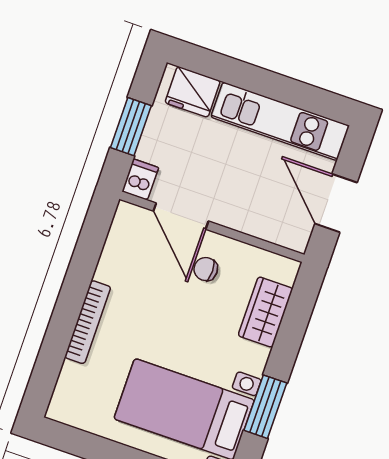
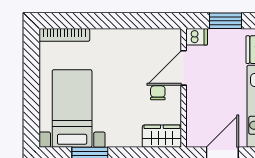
wardrobe: (266, 312) -> (162, 136), moved
bookcase: (88, 322) -> (64, 35), moved

